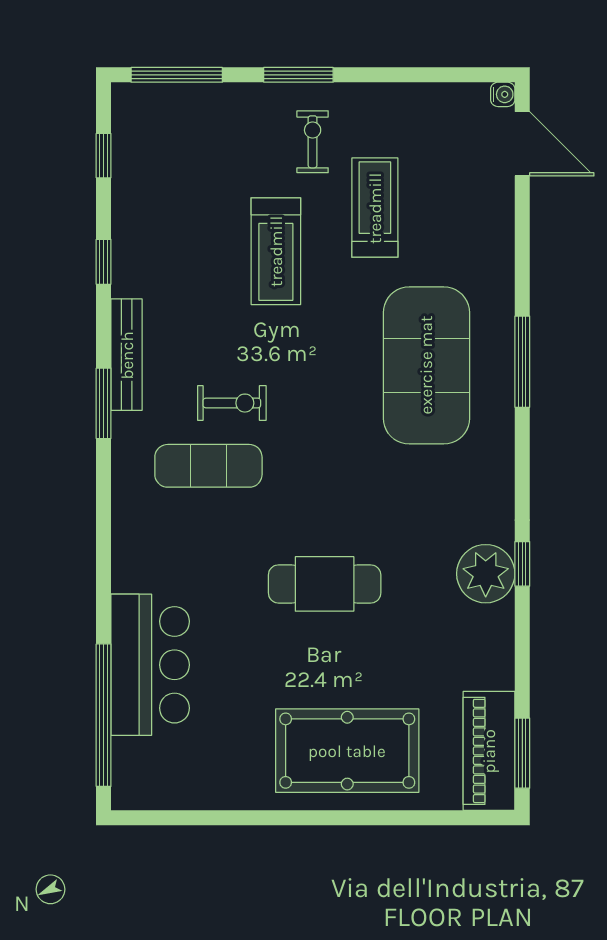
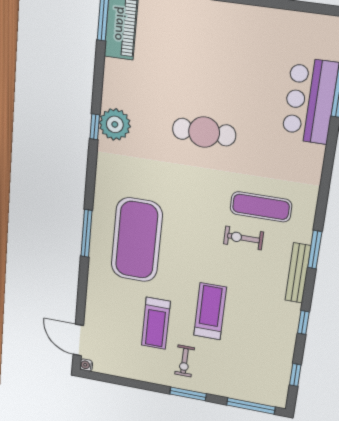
pool table: (347, 751) -> (202, 35), removed

